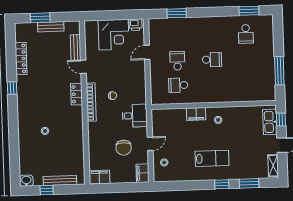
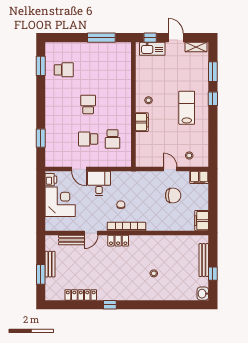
desk: (135, 116) -> (99, 183), moved

